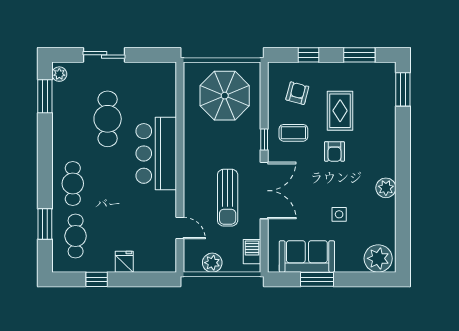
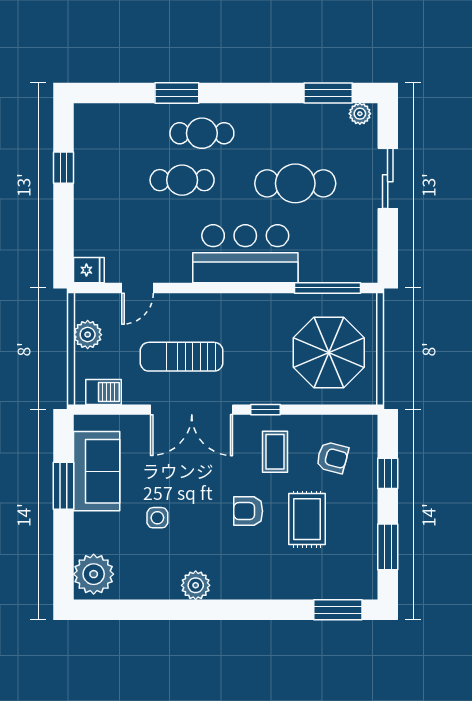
window: (180, 96) -> (328, 288), added
rug: (340, 111) -> (307, 519), turned 90
window: (45, 224) -> (177, 93), moved
cafe table: (76, 236) -> (182, 180), moved
fridge: (124, 262) -> (89, 270), moved

